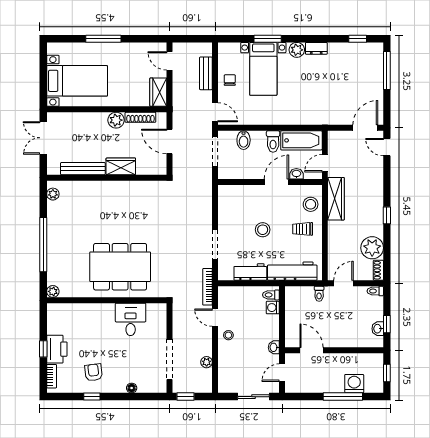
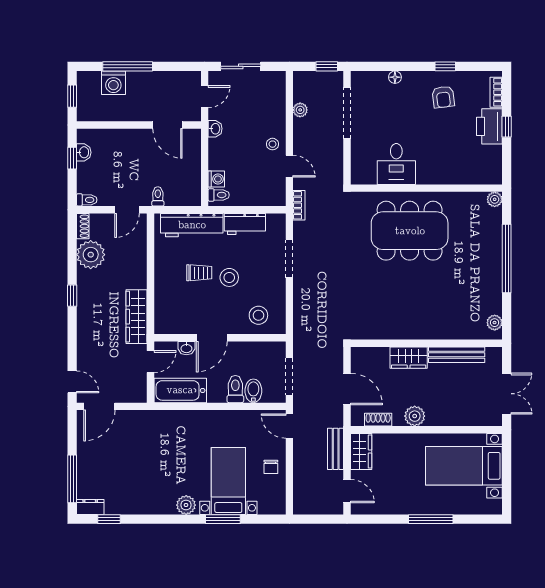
dresser: (316, 48) -> (90, 507), moved
bench: (206, 73) -> (336, 449), moved
shoe rack: (140, 117) -> (378, 420), width x0.70
toilet: (273, 141) -> (235, 389), moved
stool: (311, 204) -> (258, 315), moved
trolley: (303, 229) -> (199, 273), moved
bookcase: (208, 287) -> (299, 205), width x0.64

